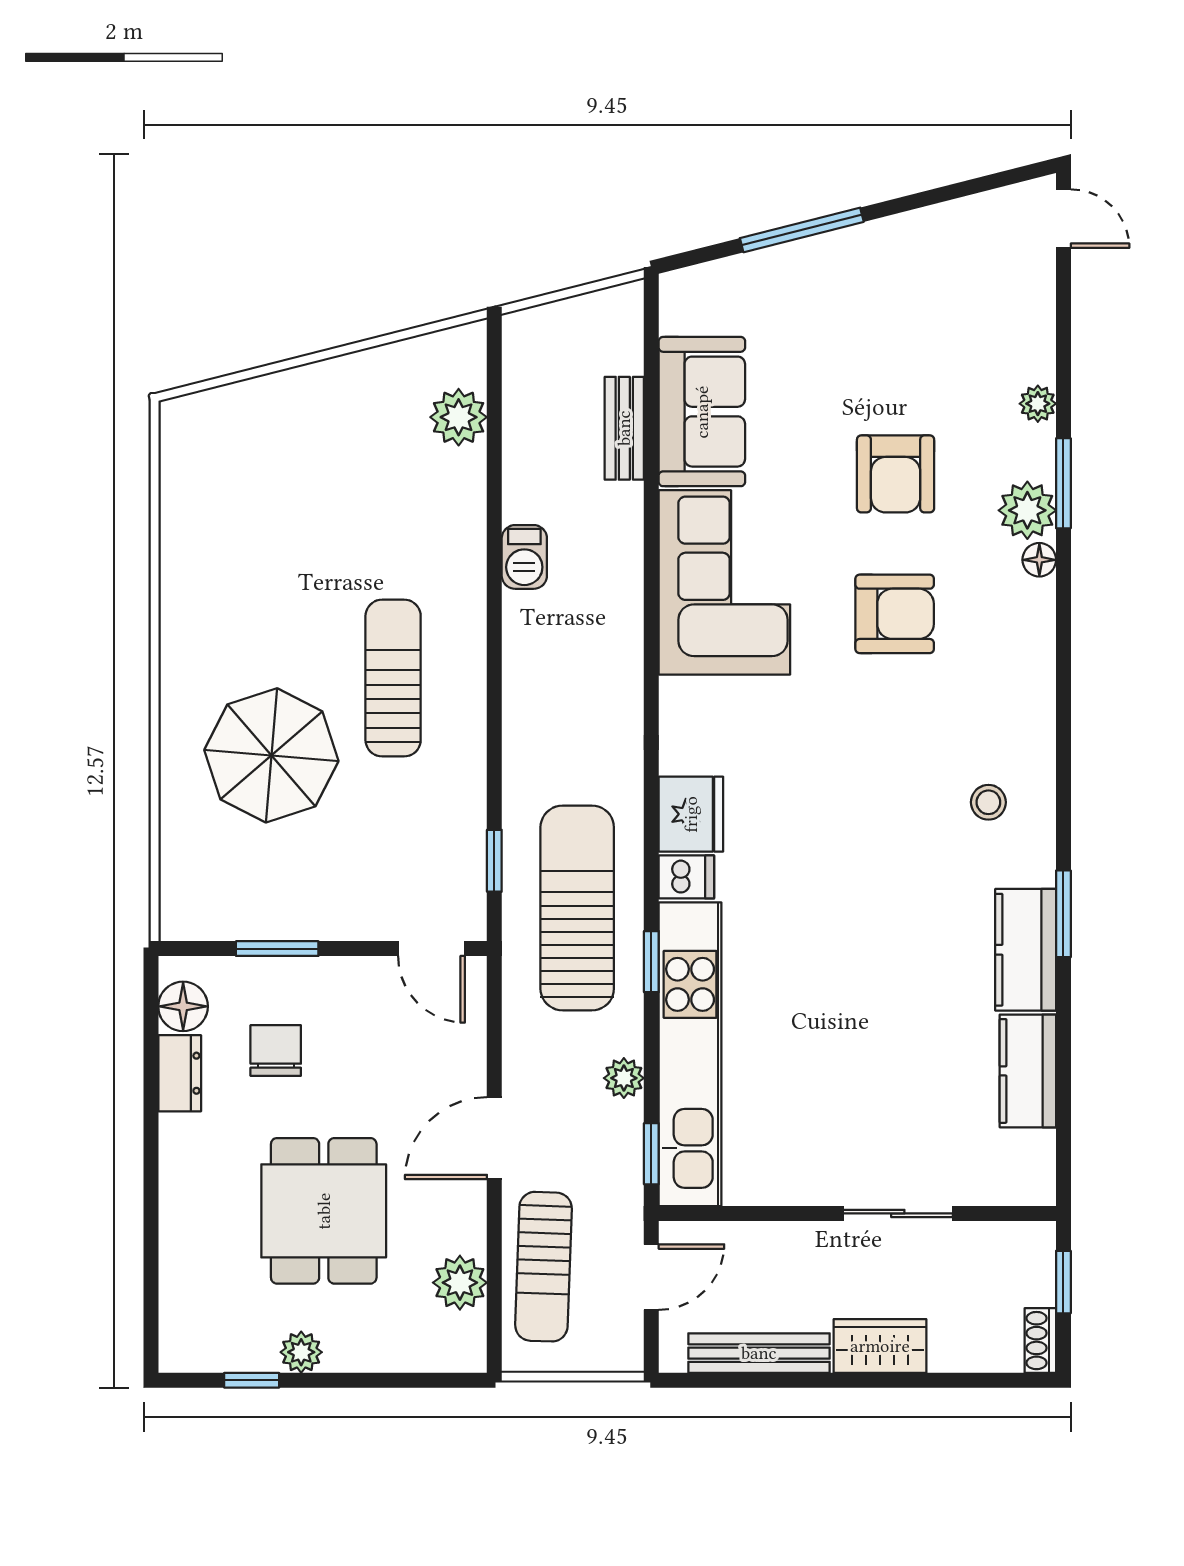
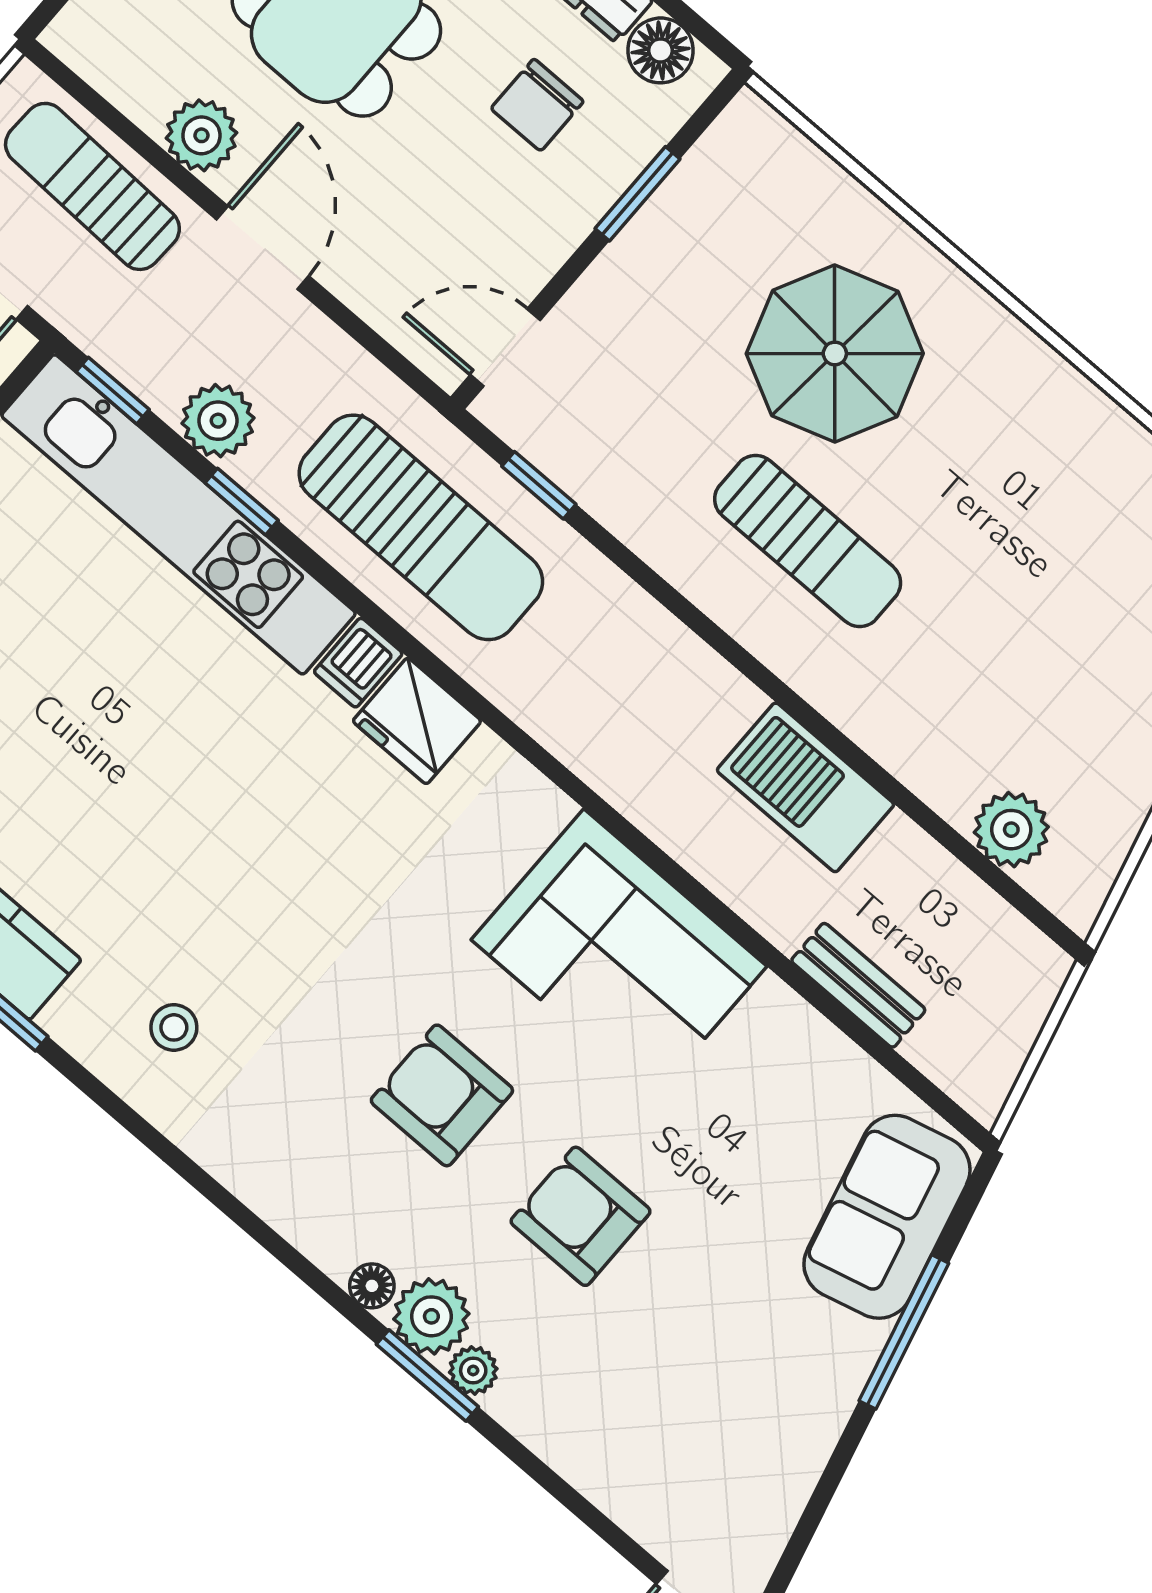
plant: (1038, 404) -> (473, 1370), moved
sofa: (702, 412) -> (887, 1217), moved, turned 76
barbecue: (524, 557) -> (805, 787), width x1.88, depth x1.53
armchair: (895, 614) -> (442, 1095), turned 90
window: (651, 962) -> (242, 502), moved
chair: (276, 1050) -> (537, 105), turned 90
plant: (624, 1078) -> (218, 421), width x1.38, depth x1.38
plant: (460, 1283) -> (201, 135), moved

